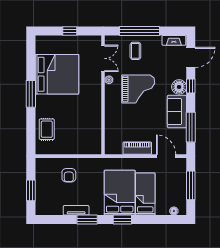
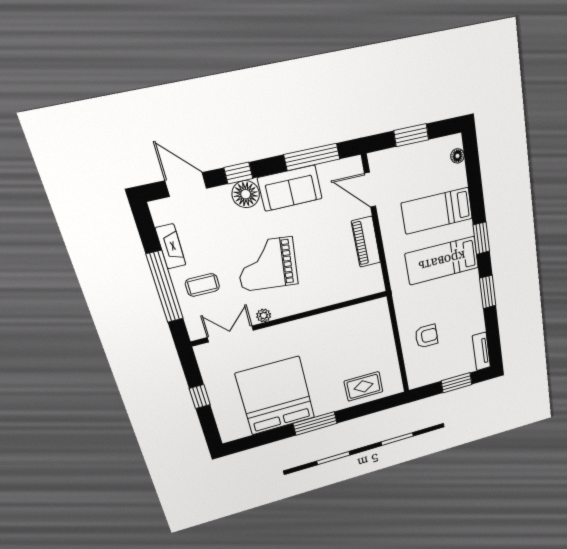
fireplace: (174, 40) -> (171, 246), moved
grand piano: (138, 89) -> (267, 264), turned -84
door: (166, 156) -> (370, 190), hinge flipped
window: (191, 185) -> (411, 135), width x0.69
bed: (120, 193) -> (442, 261), width x0.67
tv unit: (76, 210) -> (481, 351), moved

